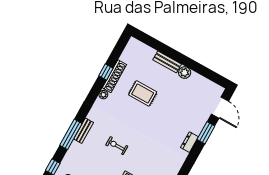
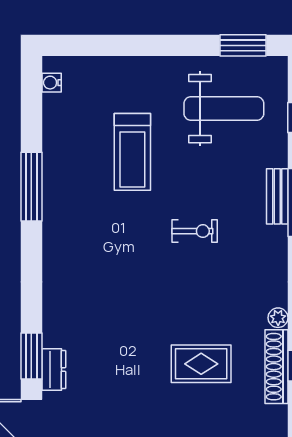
bench: (84, 131) -> (277, 196), moved
dresser: (189, 142) -> (54, 369), moved

